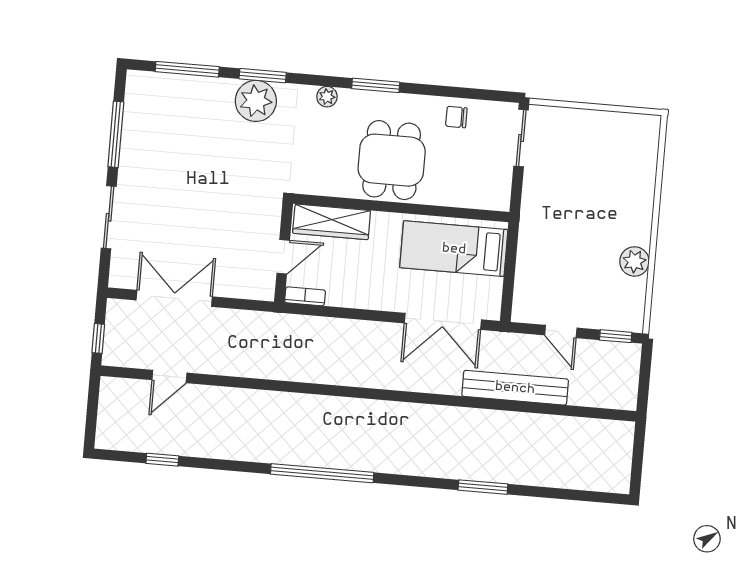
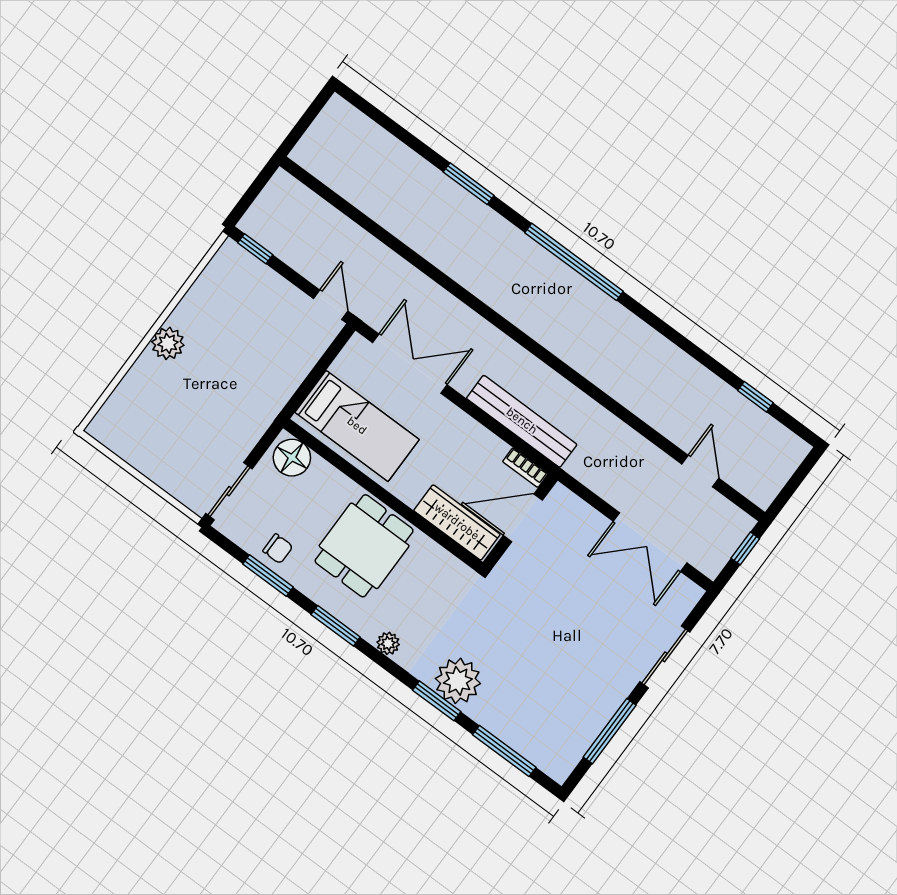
window: (451, 92) -> (268, 575), added
floor lamp: (489, 193) -> (292, 458), added
door: (283, 257) -> (523, 518), width x1.38
plant: (634, 261) -> (168, 343), moved
door: (561, 331) -> (331, 305), moved
door: (169, 376) -> (700, 471), hinge flipped
bench: (515, 388) -> (522, 421), moved
window: (322, 473) -> (574, 262), moved

